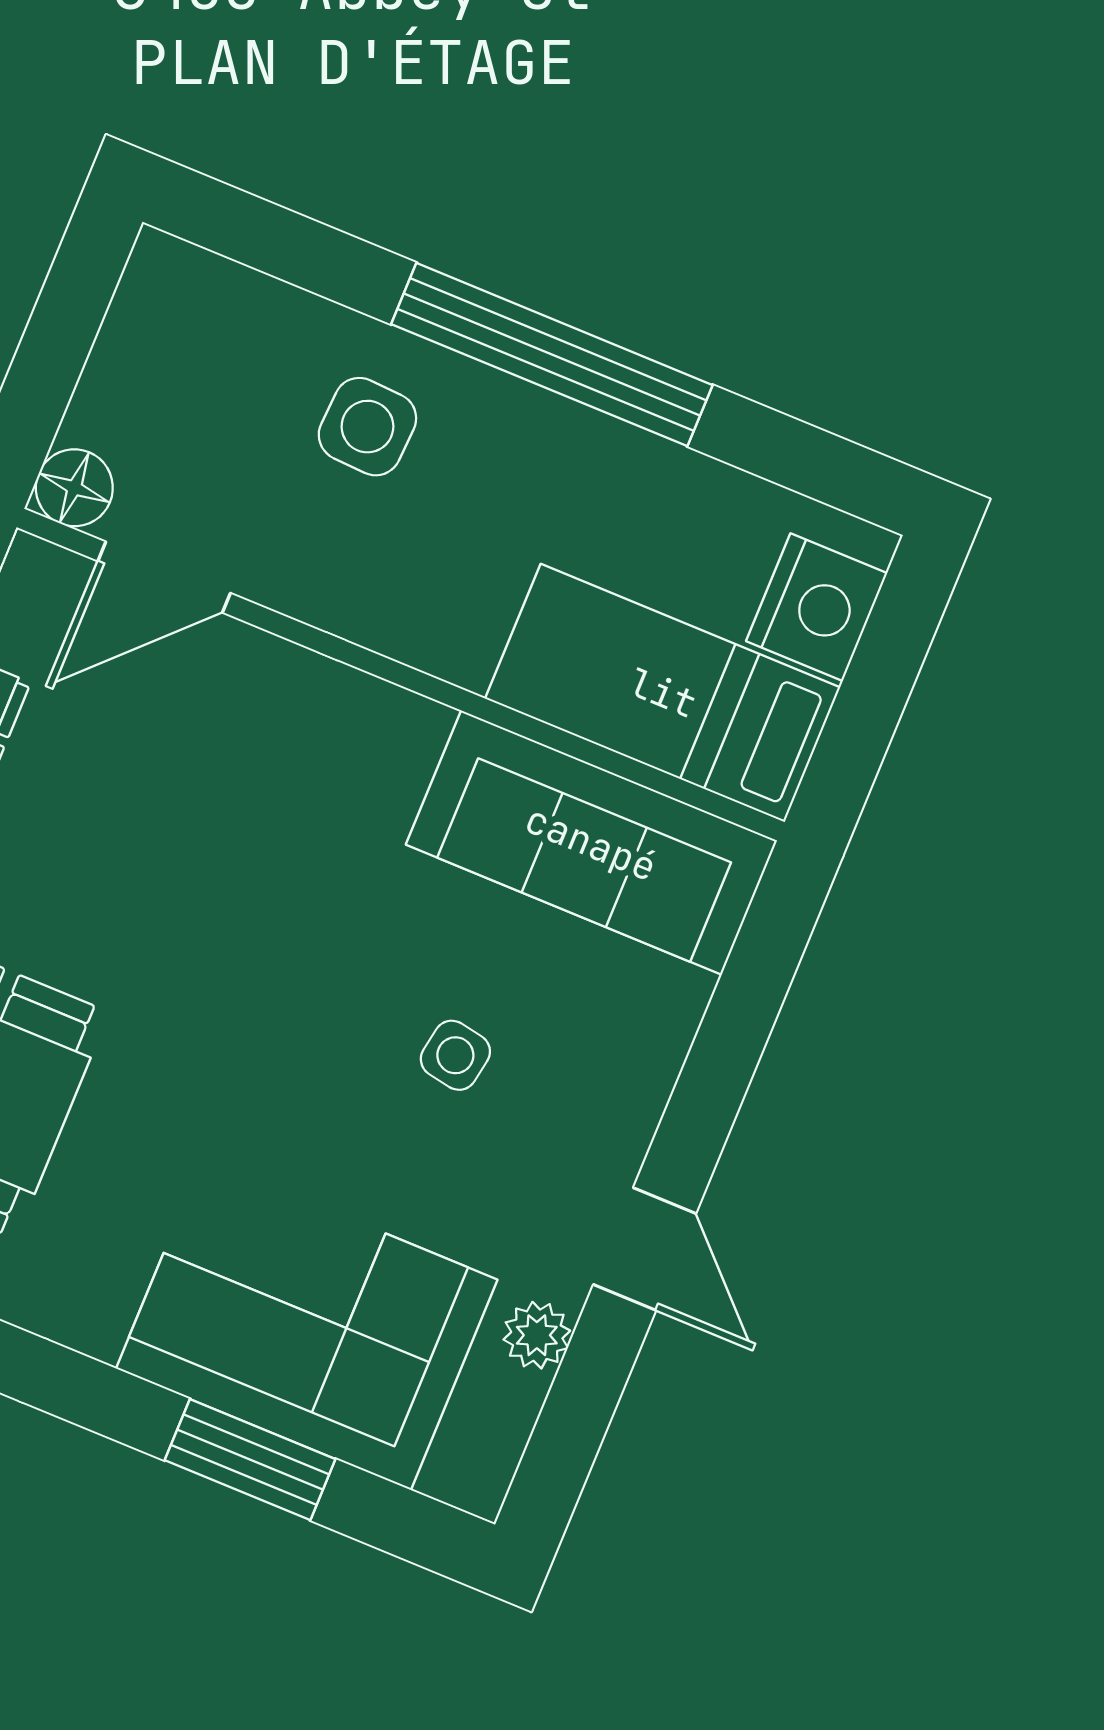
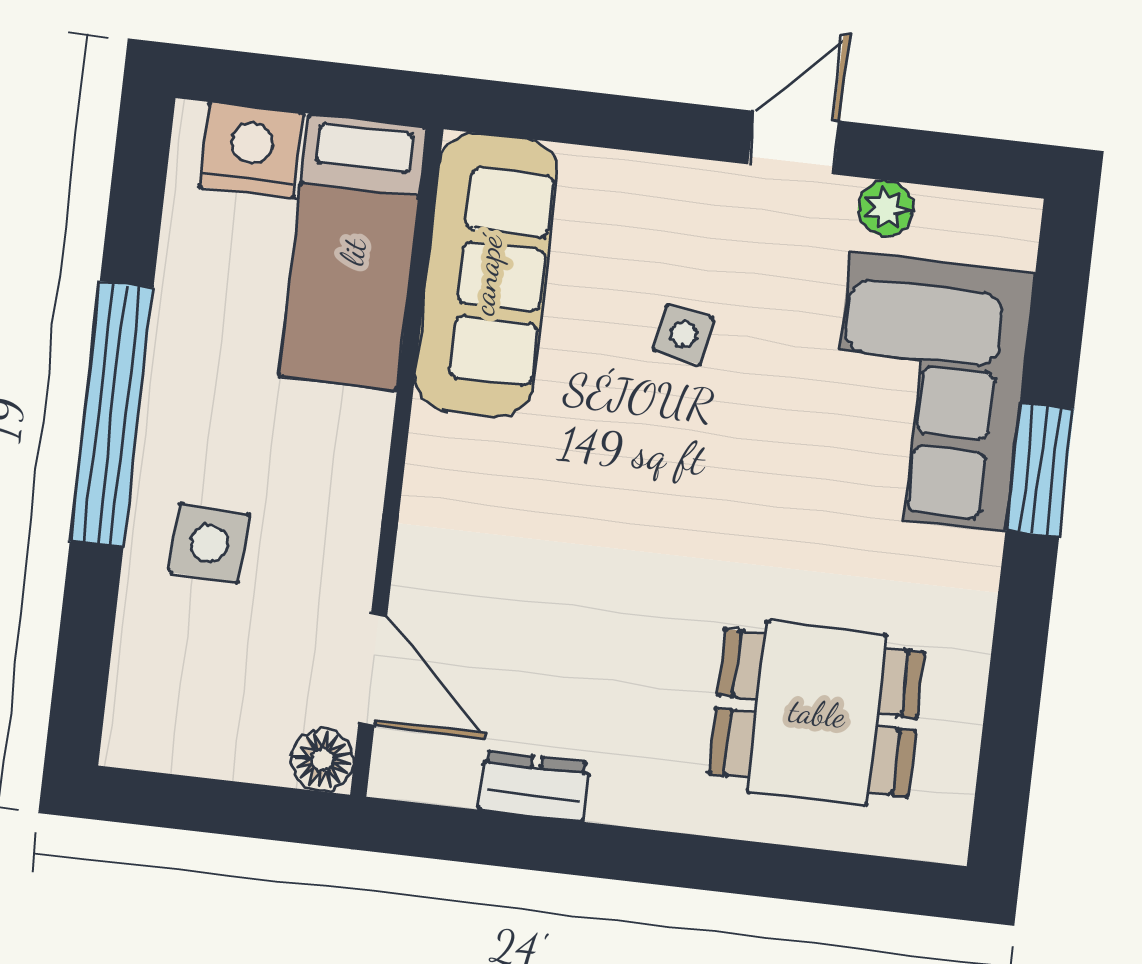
window: (250, 1460) -> (1040, 470), moved

